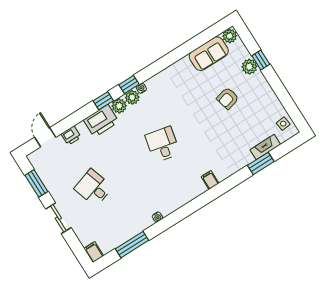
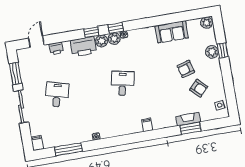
sofa: (209, 54) -> (172, 32), moved
armchair: (251, 114) -> (199, 88), added
fireplace: (265, 147) -> (188, 119), moved
desk: (93, 188) -> (57, 95), turned 33
sliding door: (58, 218) -> (21, 107), width x1.37

